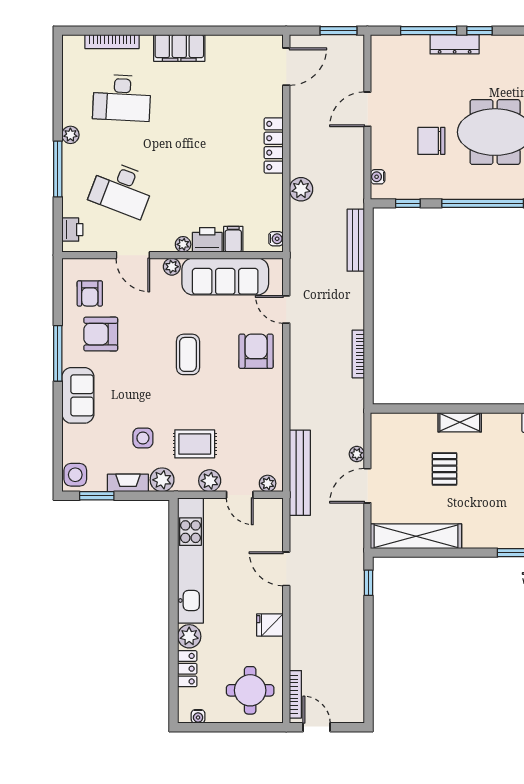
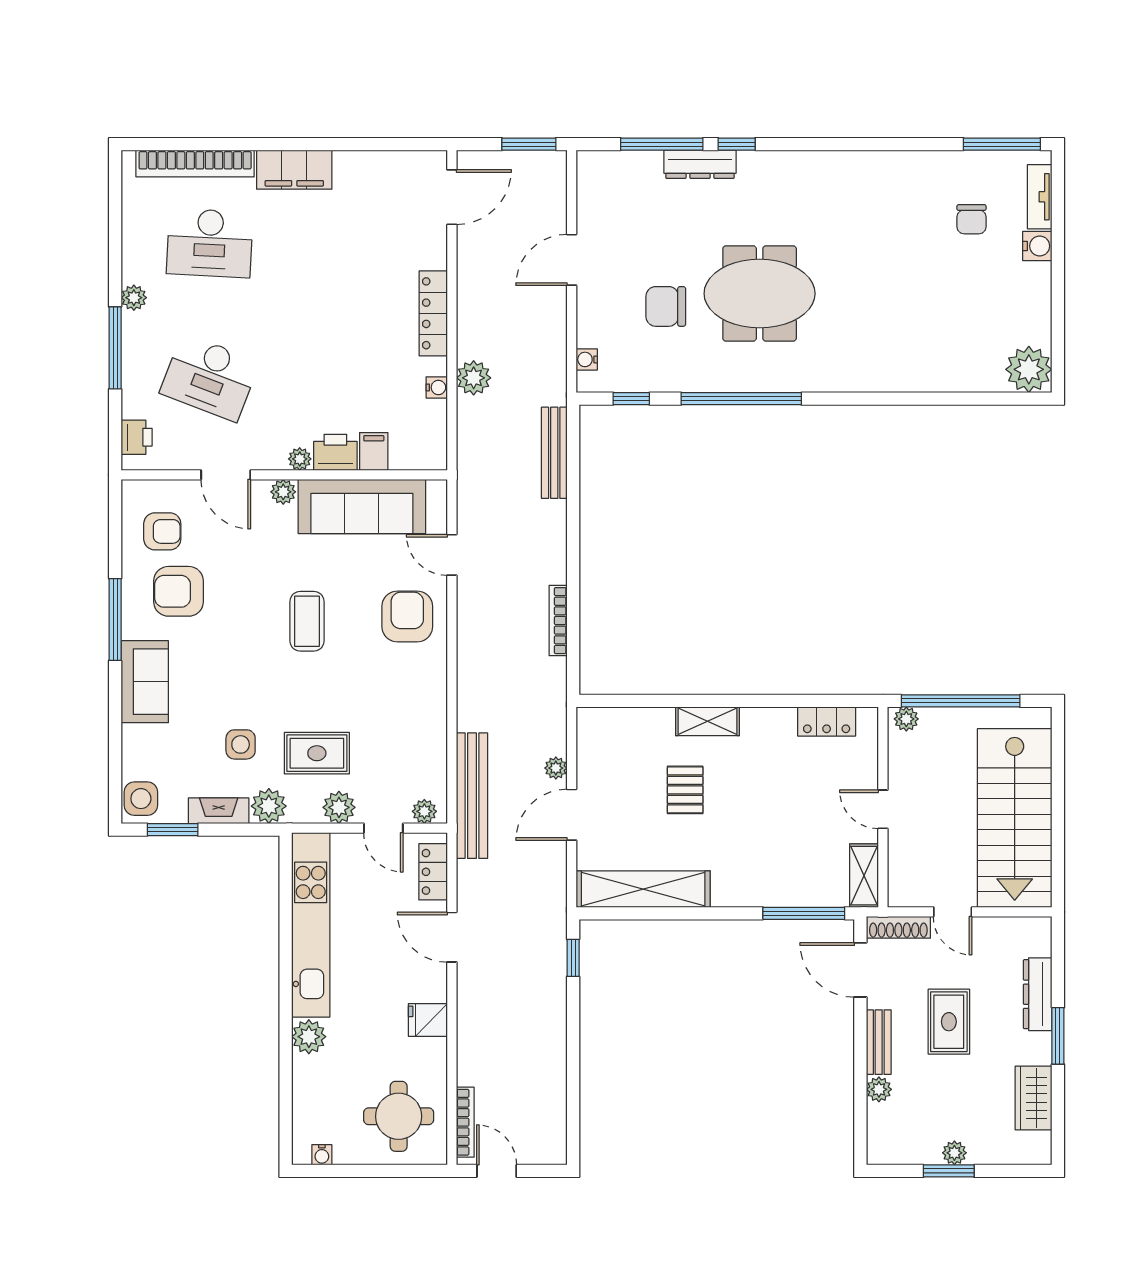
bookcase: (112, 42) -> (195, 164), width x1.48, depth x1.31
water cooler: (276, 239) -> (437, 387), moved
armchair: (90, 293) -> (162, 531), turned -90
locker: (187, 669) -> (433, 872), moved, turned 180

